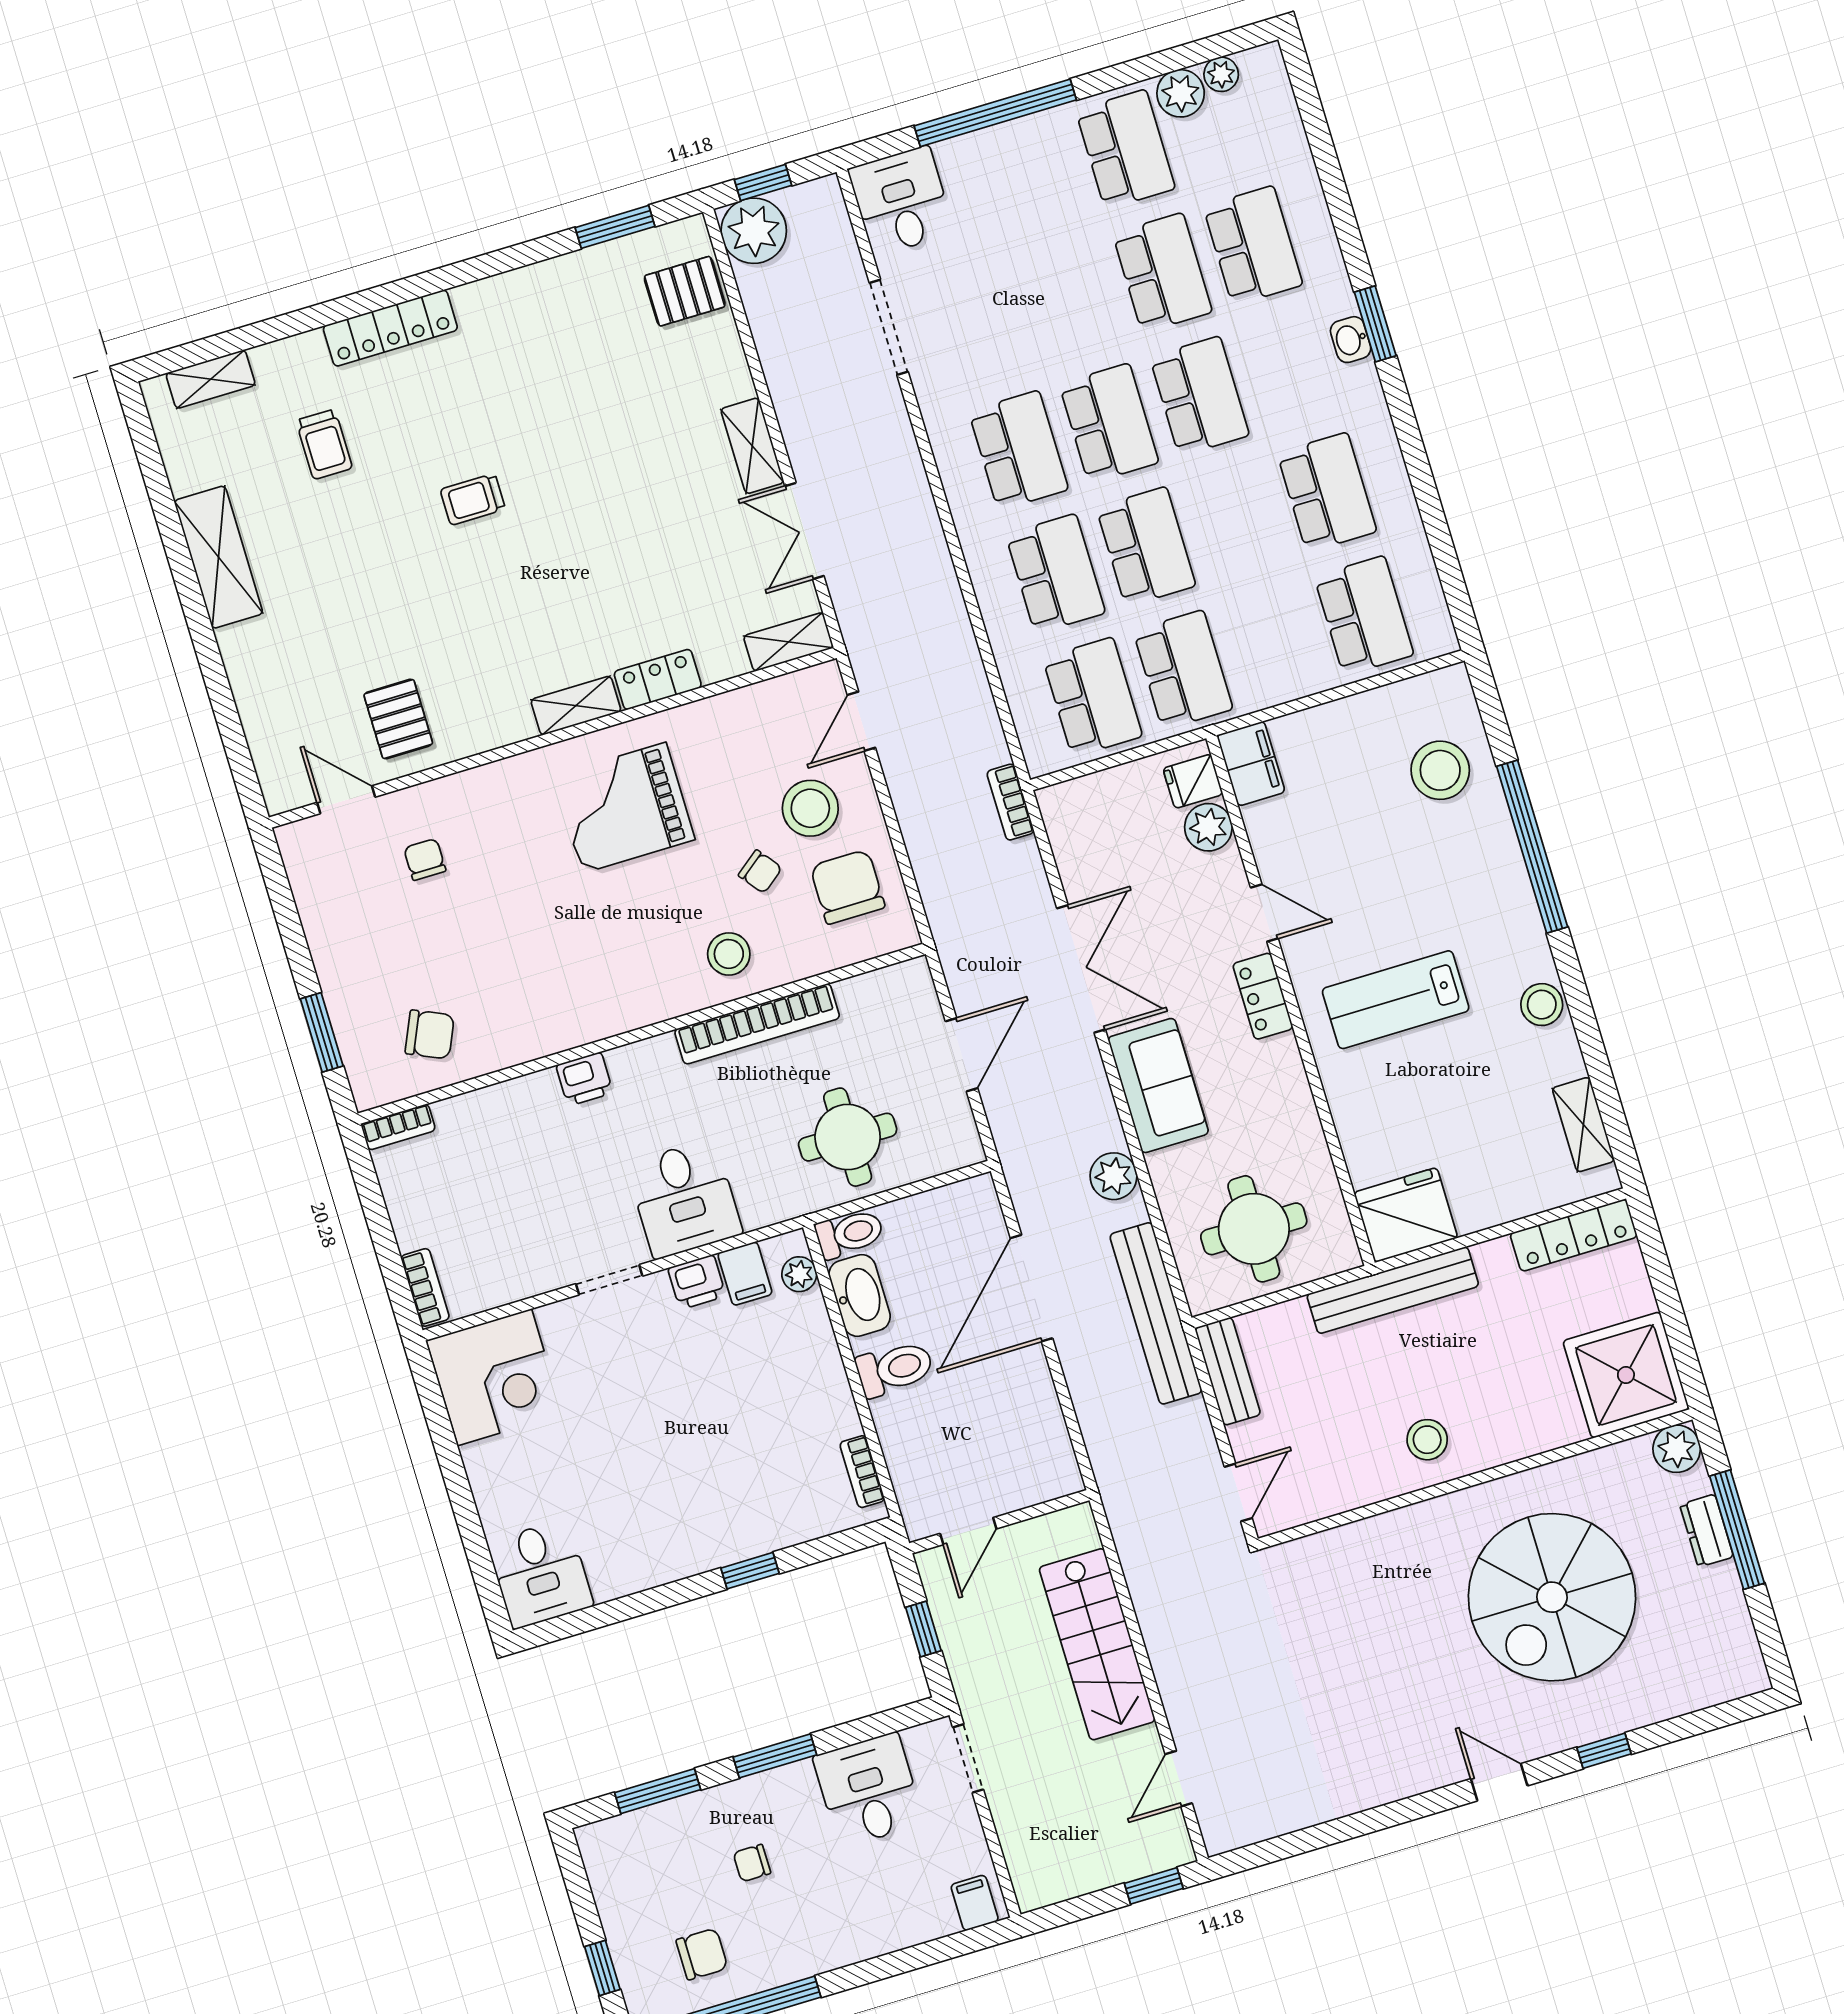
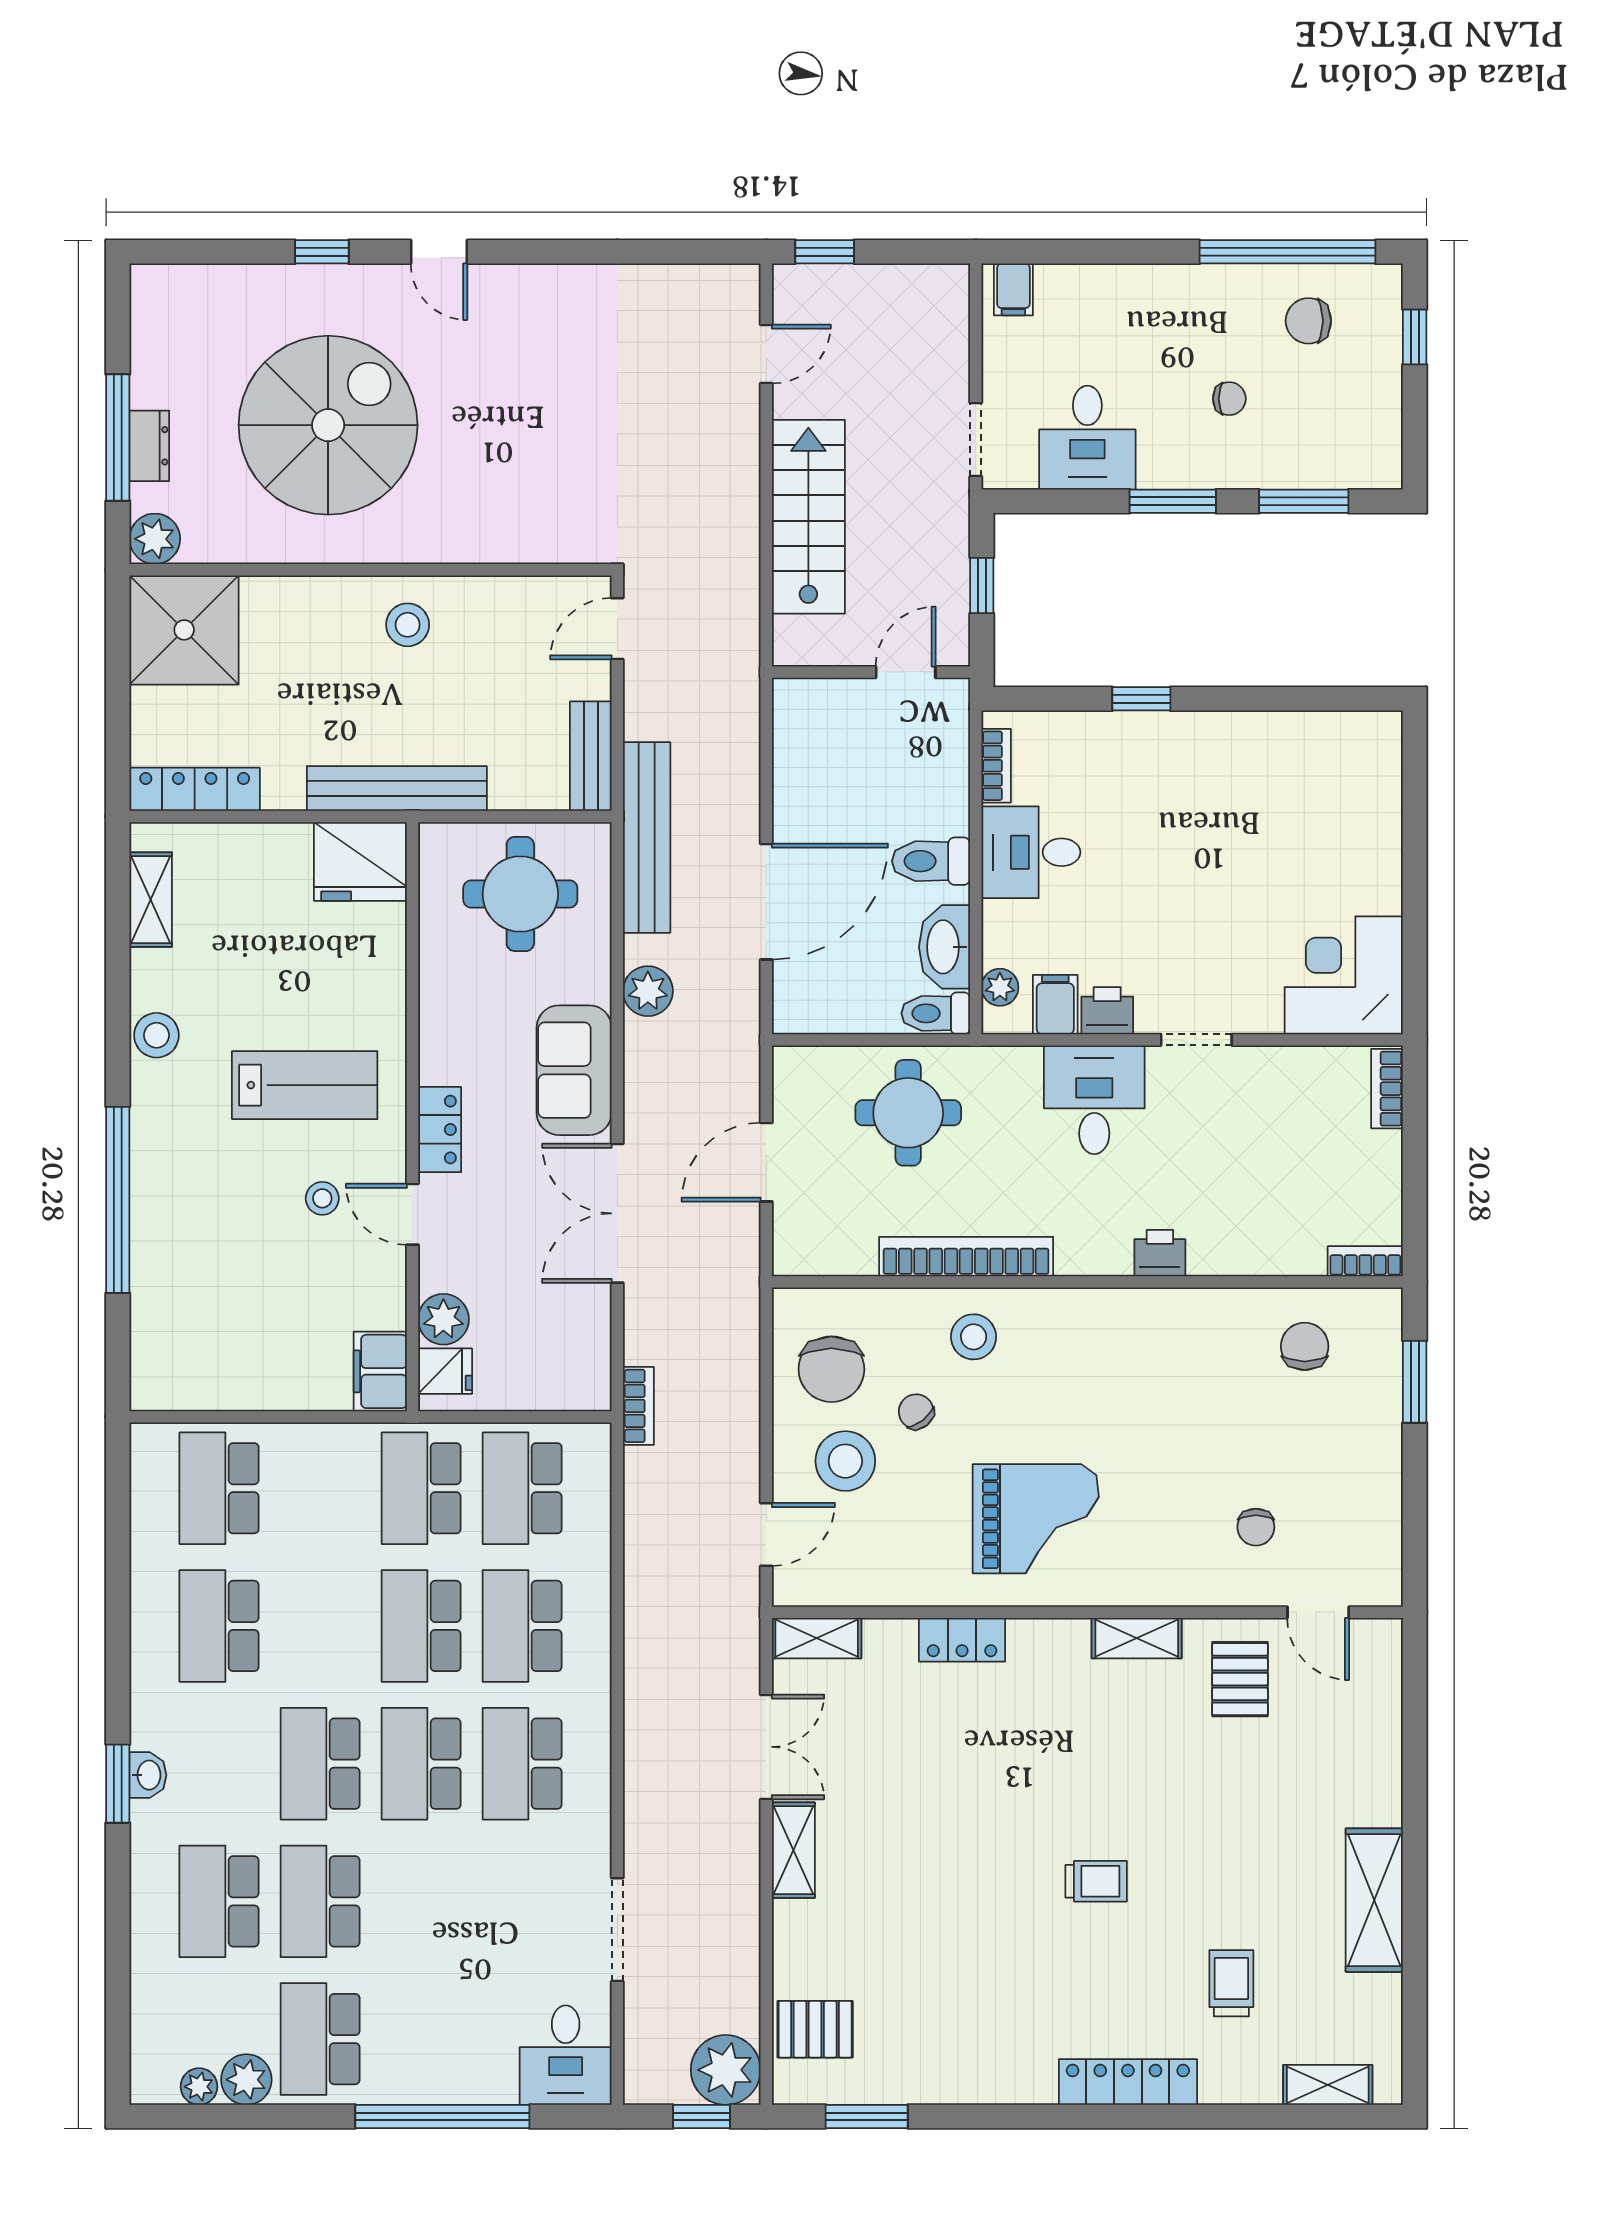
shelving: (576, 706) -> (1137, 1638), moved
stool: (1440, 770) -> (322, 1198), moved, width x0.53, depth x0.53
chair: (430, 1034) -> (1305, 1346), turned 66
desk: (540, 1574) -> (1031, 852), moved, turned -90

